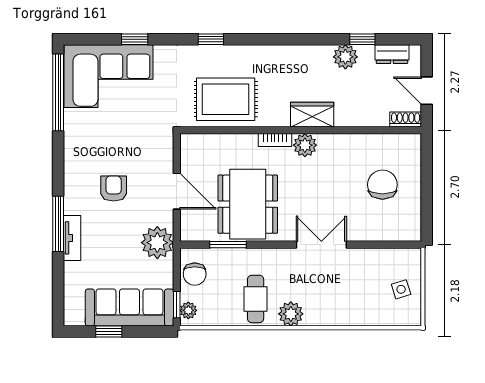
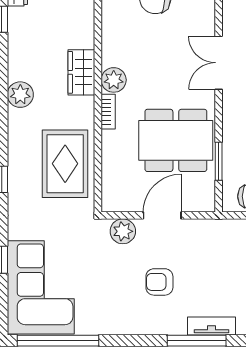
plant: (345, 57) -> (20, 95), moved
plant: (157, 243) -> (123, 231), moved, width x0.73, depth x0.73

